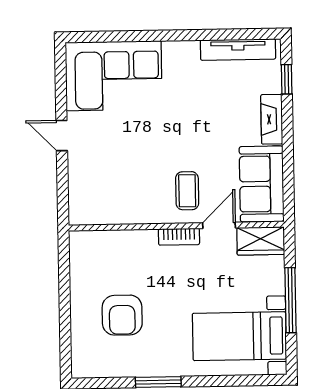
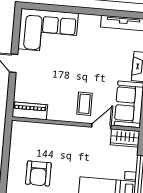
piano: (97, 212) -> (30, 111), added
bookcase: (179, 237) -> (77, 130), removed

